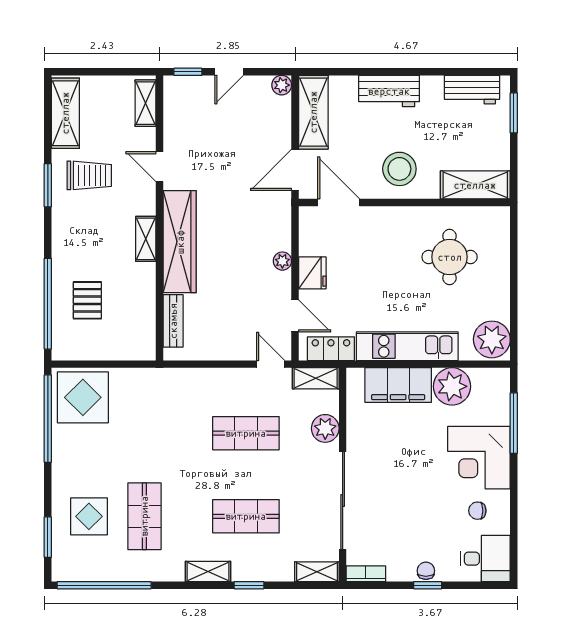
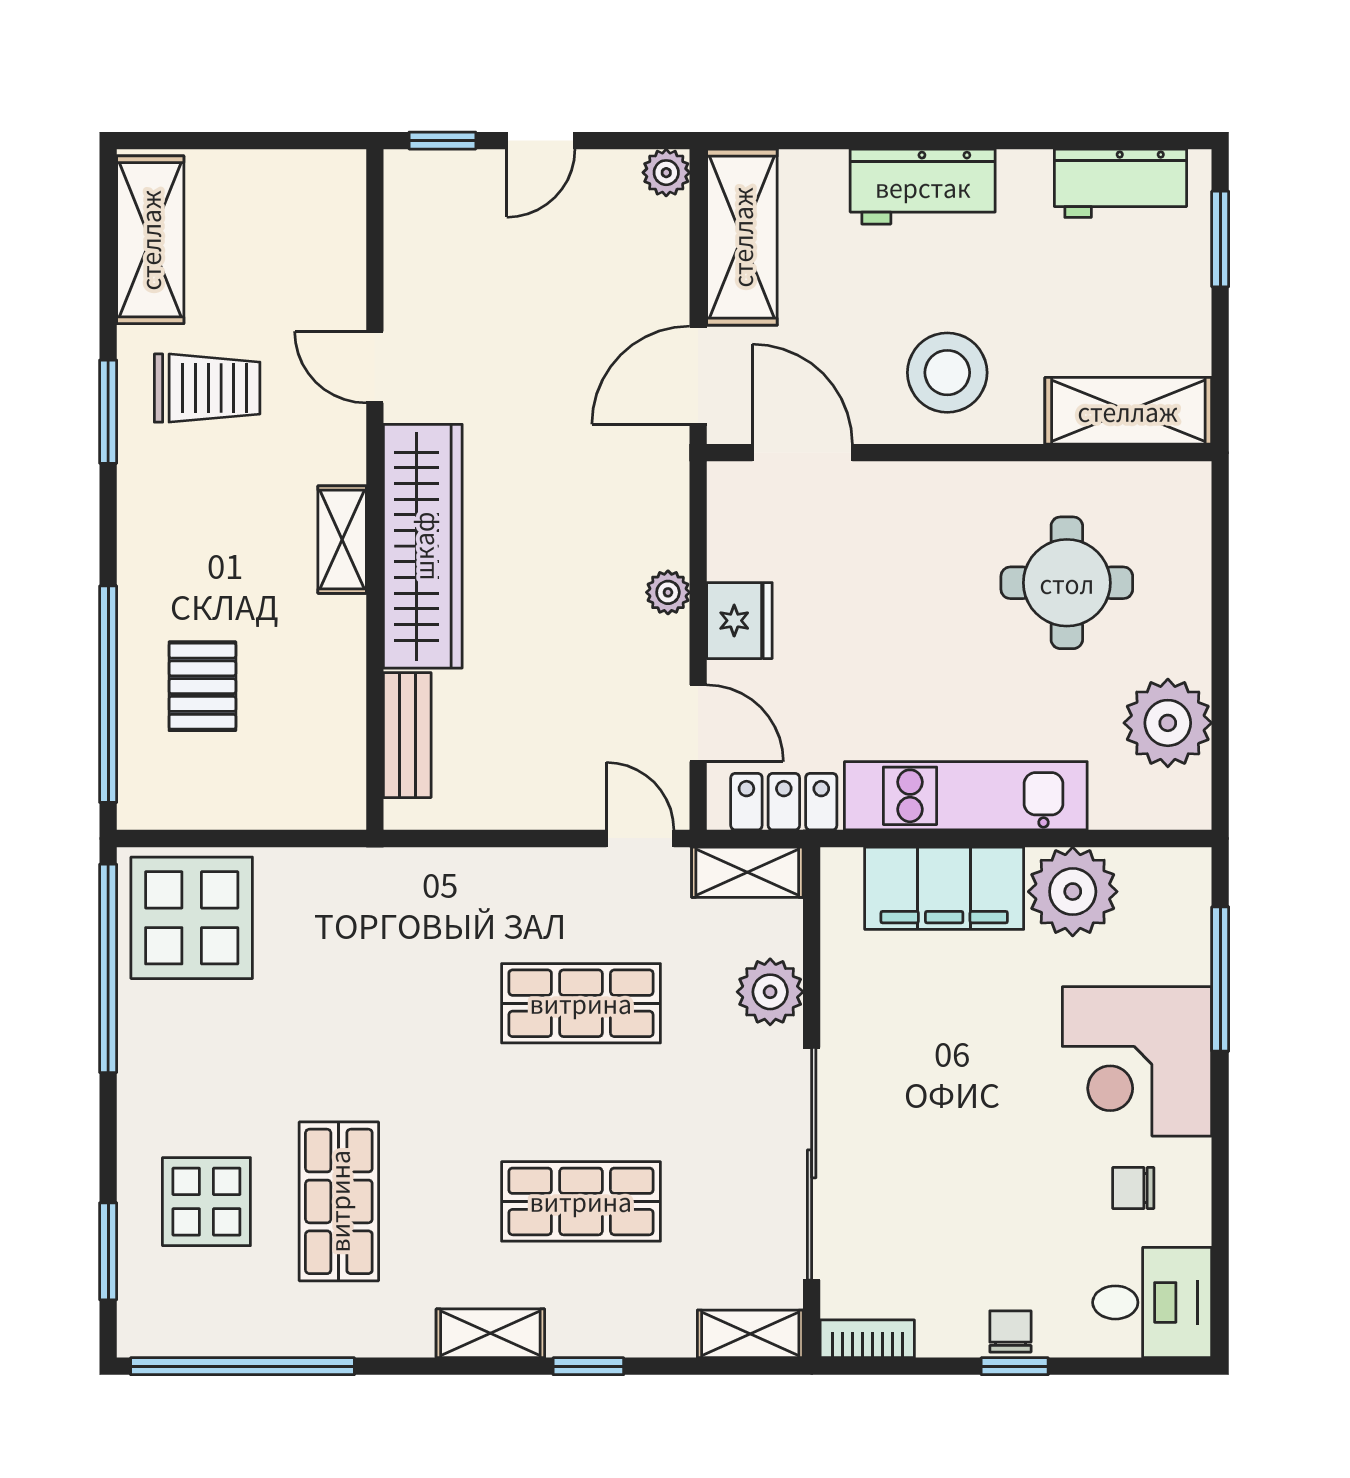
shelving: (146, 103) -> (341, 216), removed
plant: (492, 339) -> (1168, 723), moved

